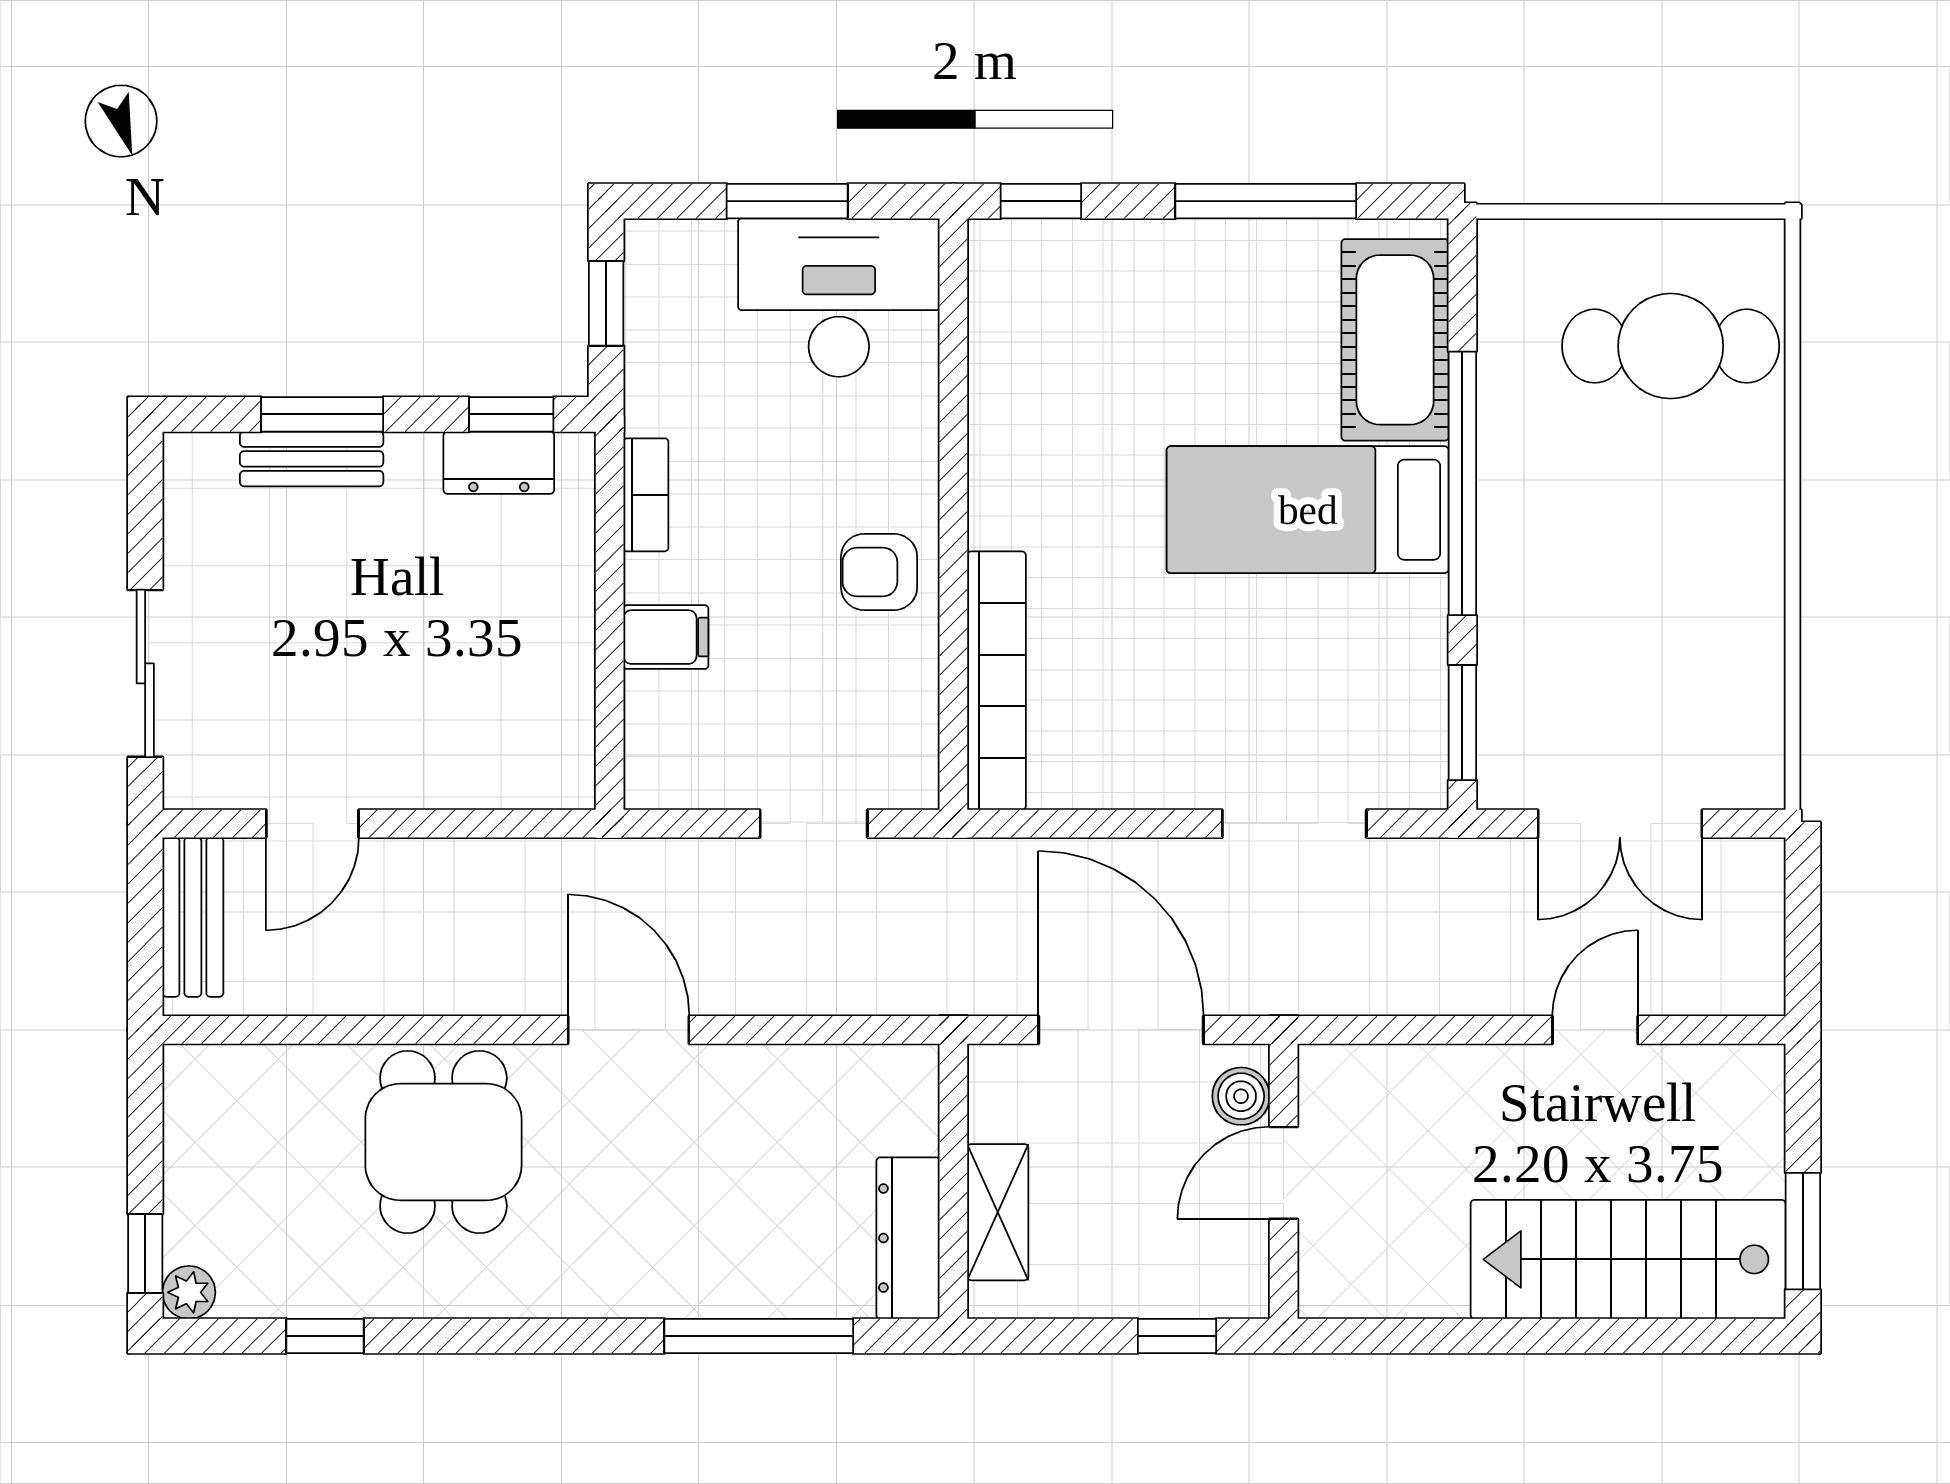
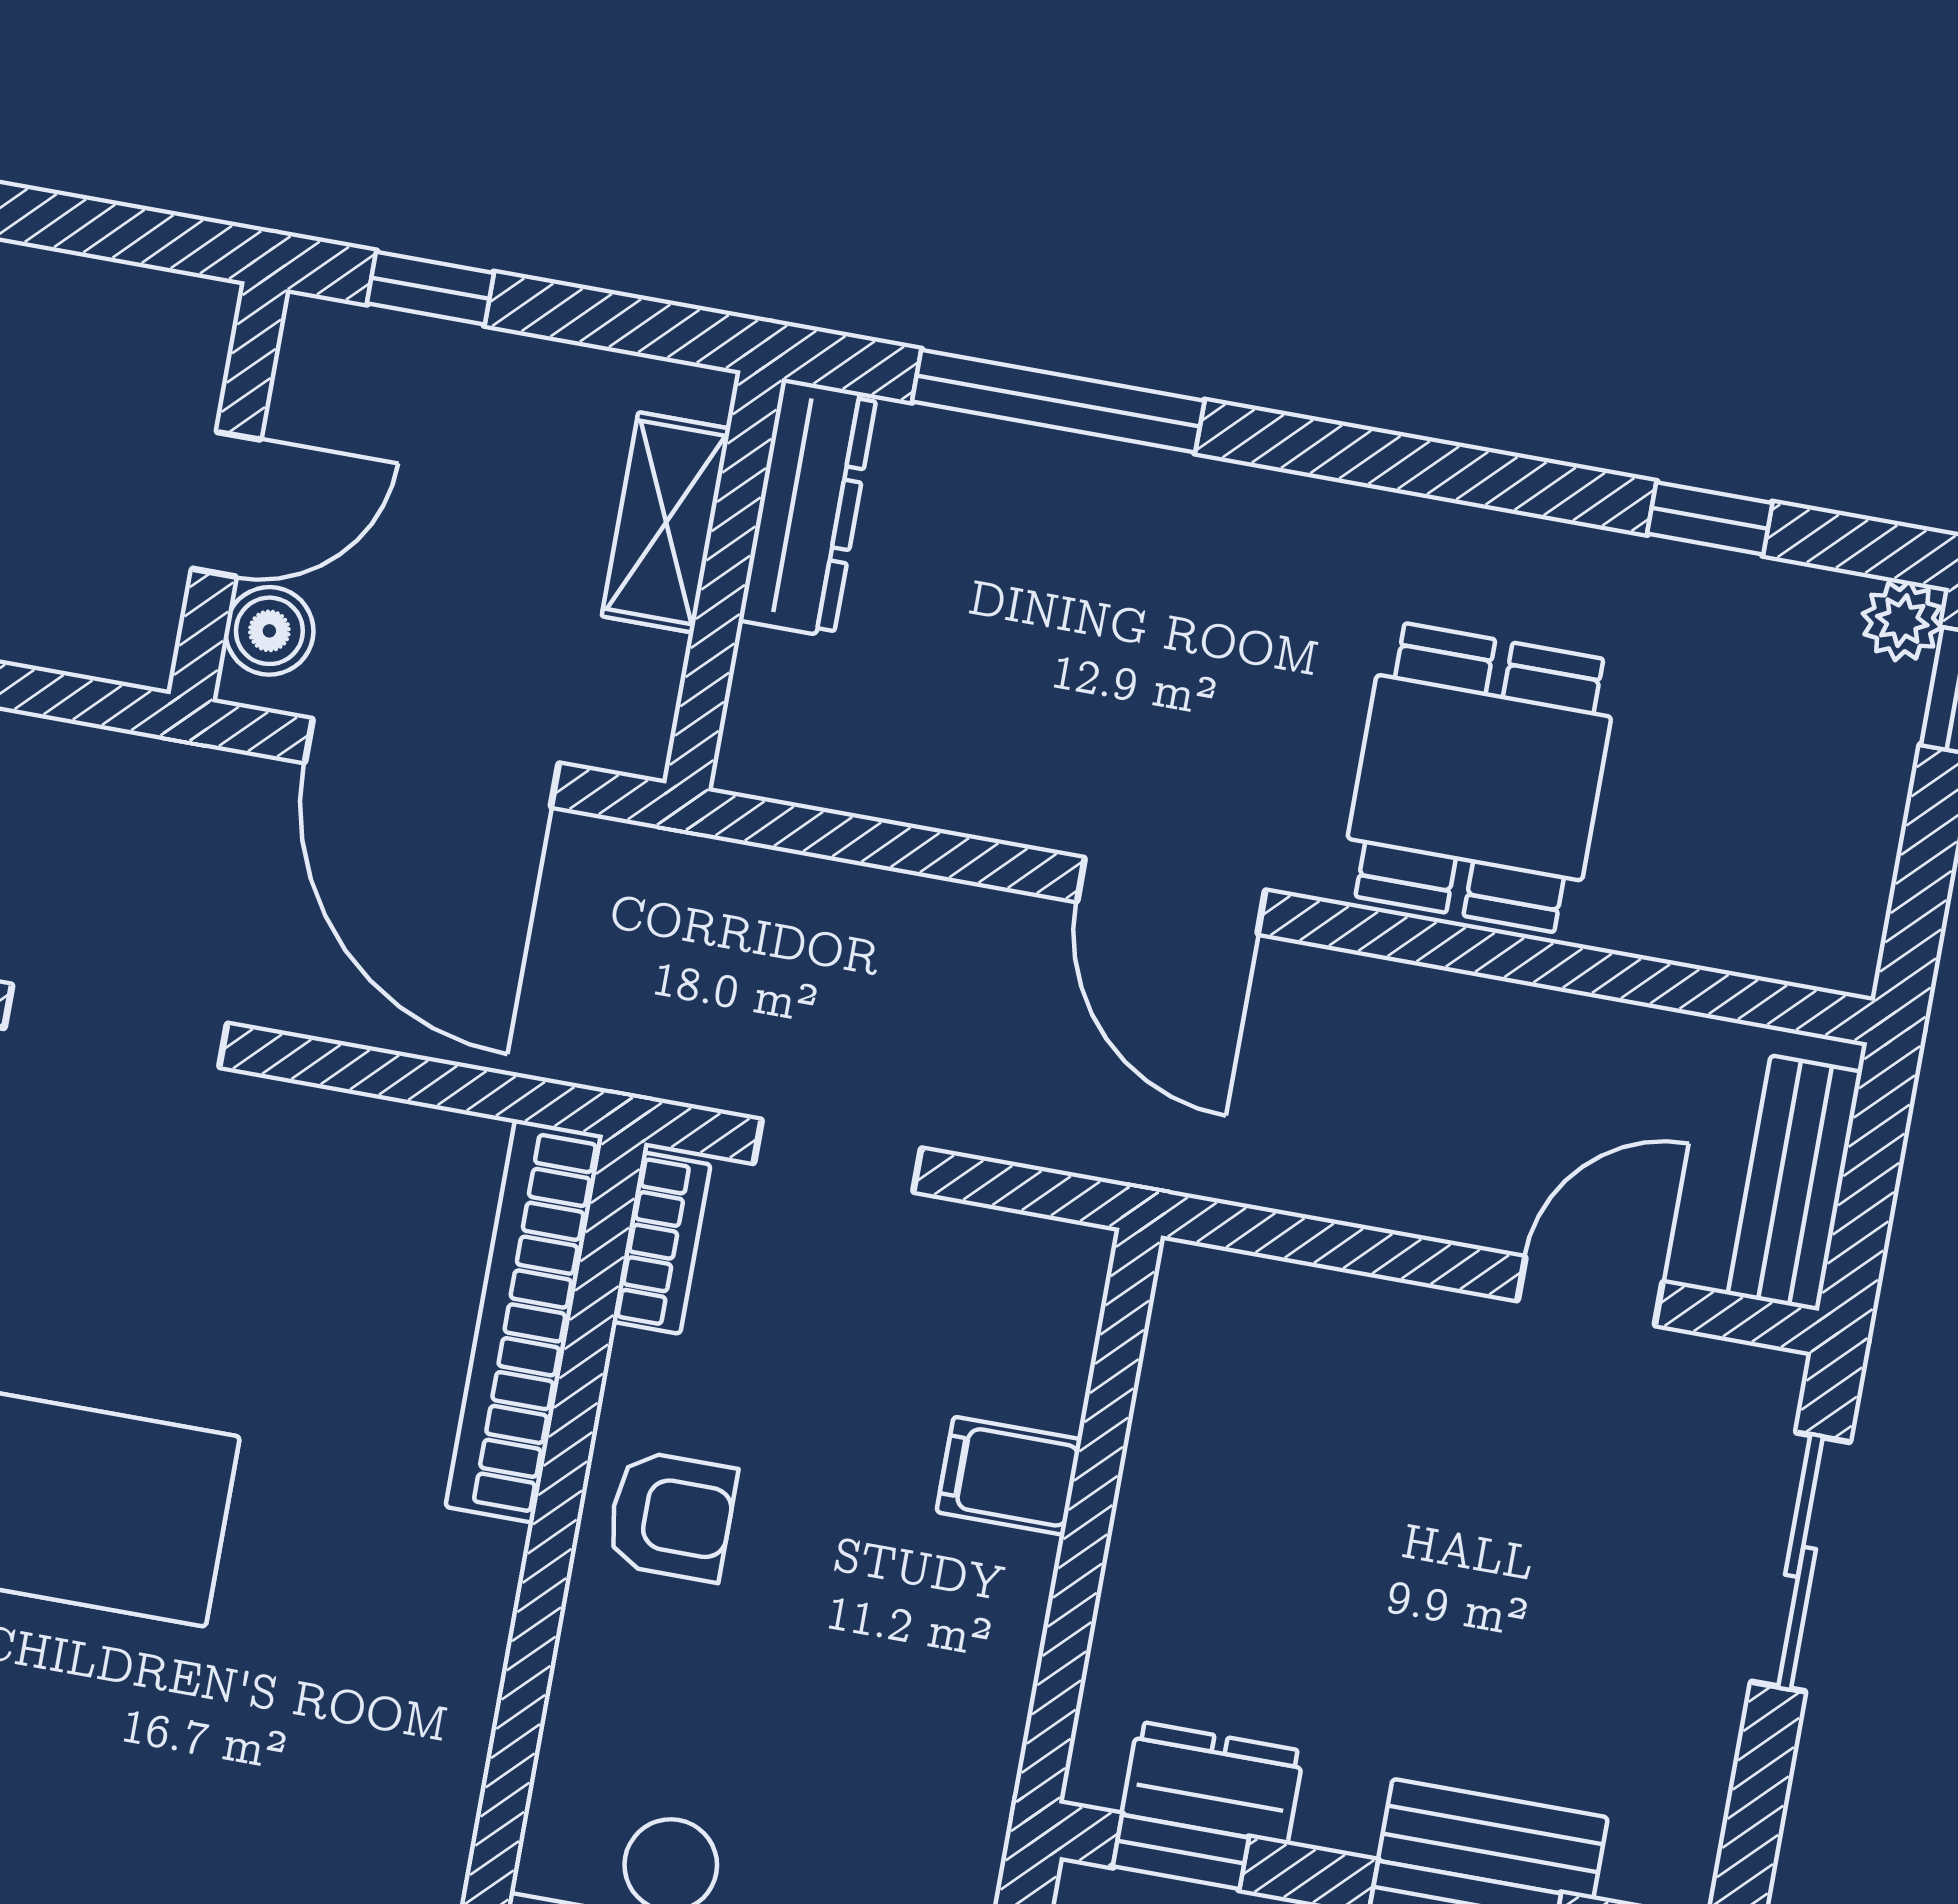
bookcase: (646, 495) -> (661, 1243), moved, turned 180

